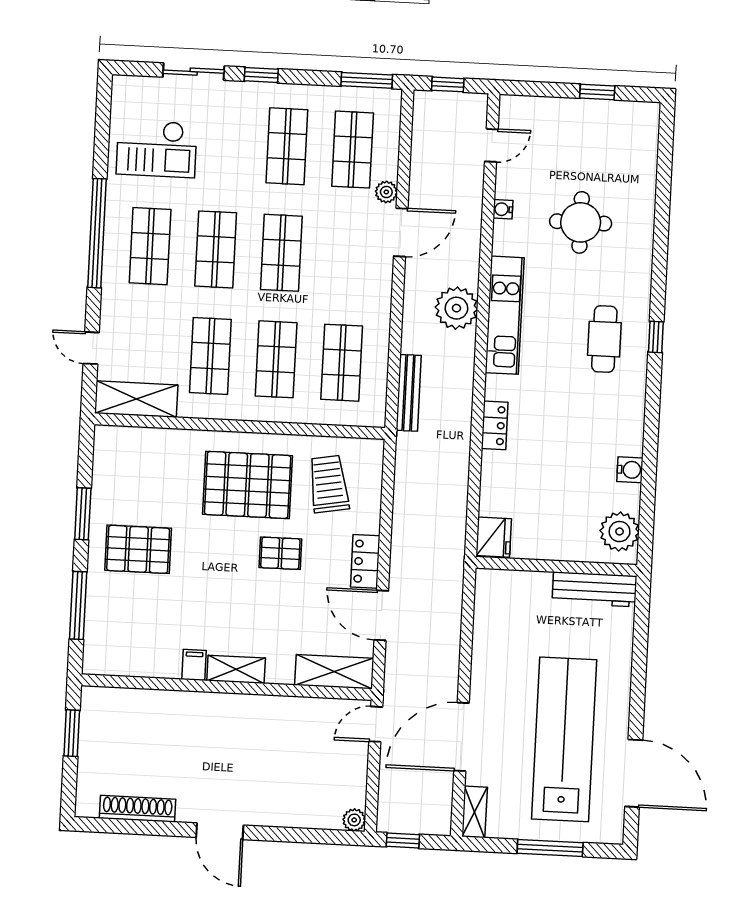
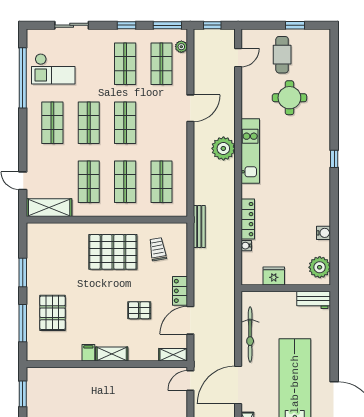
window: (261, 75) -> (127, 25), moved
plant: (386, 192) -> (181, 47), moved
water cooler: (503, 209) -> (246, 246), moved
window: (97, 233) -> (23, 78), moved
cafe table: (604, 339) -> (282, 55), moved
bench: (409, 393) -> (199, 227), moved
locker: (495, 425) -> (248, 219), width x1.53
trolley: (329, 484) -> (158, 249), width x0.73, depth x0.72
fridge: (494, 537) -> (274, 276), moved, turned -90
pallet: (138, 549) -> (53, 313), moved, turned 90
pallet: (280, 553) -> (139, 310), moved
workbench: (594, 589) -> (314, 300), width x0.73
door: (381, 615) -> (190, 320), hinge flipped
bicycle: (488, 646) -> (250, 334), added
shelving: (334, 672) -> (173, 355), width x0.67, depth x0.75

